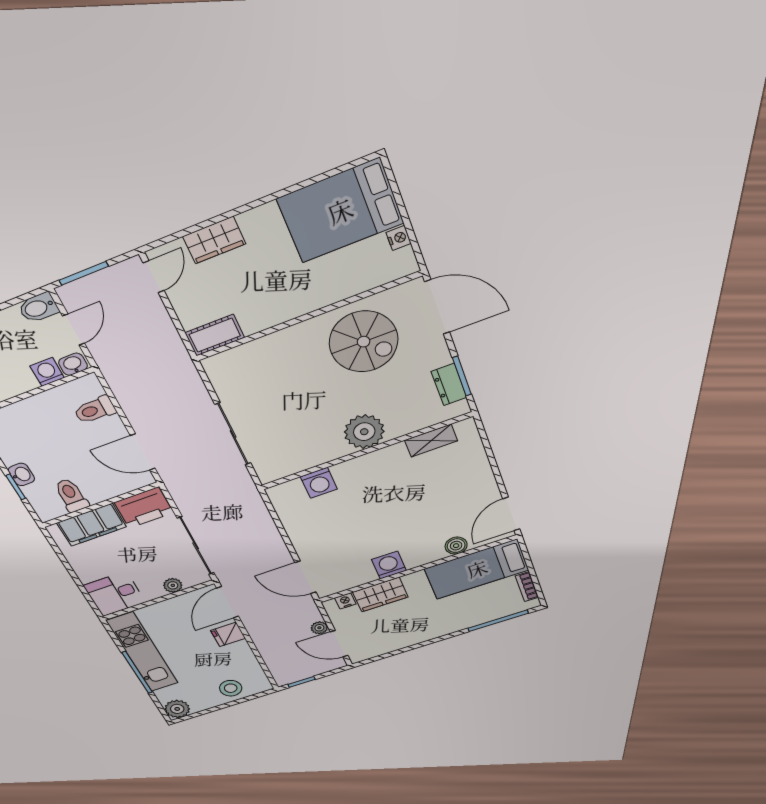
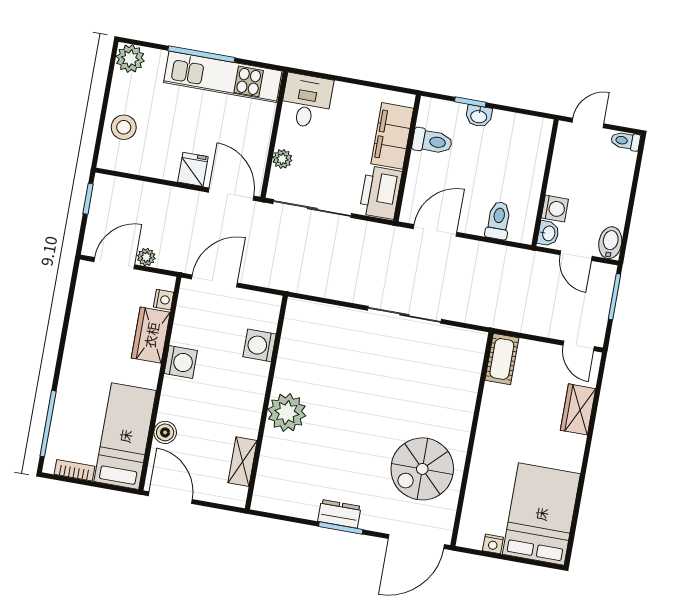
plant: (364, 432) -> (287, 413), moved
shelving: (431, 441) -> (243, 462), moved
wall: (366, 451) -> (266, 402), moved
washing machine: (319, 483) -> (260, 345), moved

